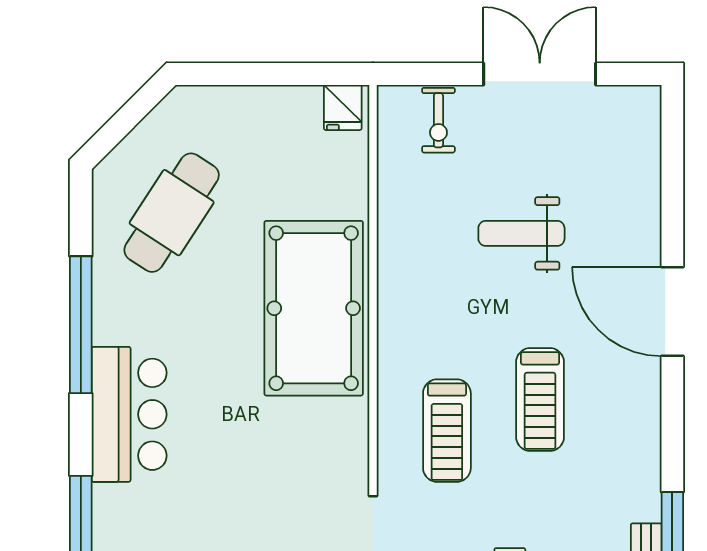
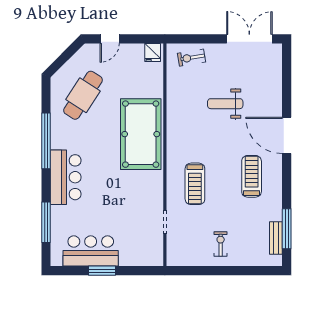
door: (237, 74) -> (110, 39), added
double door: (540, 74) -> (249, 39), moved
exercise bike: (438, 120) -> (191, 58), turned 81
treadmill: (540, 400) -> (252, 176), moved, turned 180

